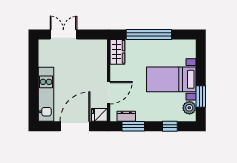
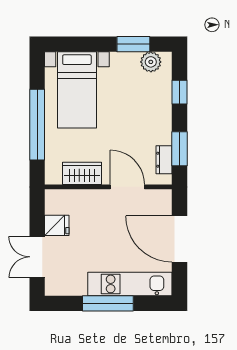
wardrobe: (117, 52) -> (82, 173), moved
bed with nightstands: (171, 79) -> (77, 90), moved
window: (34, 80) -> (108, 303), added
fridge: (99, 115) -> (57, 225), moved, turned -90

